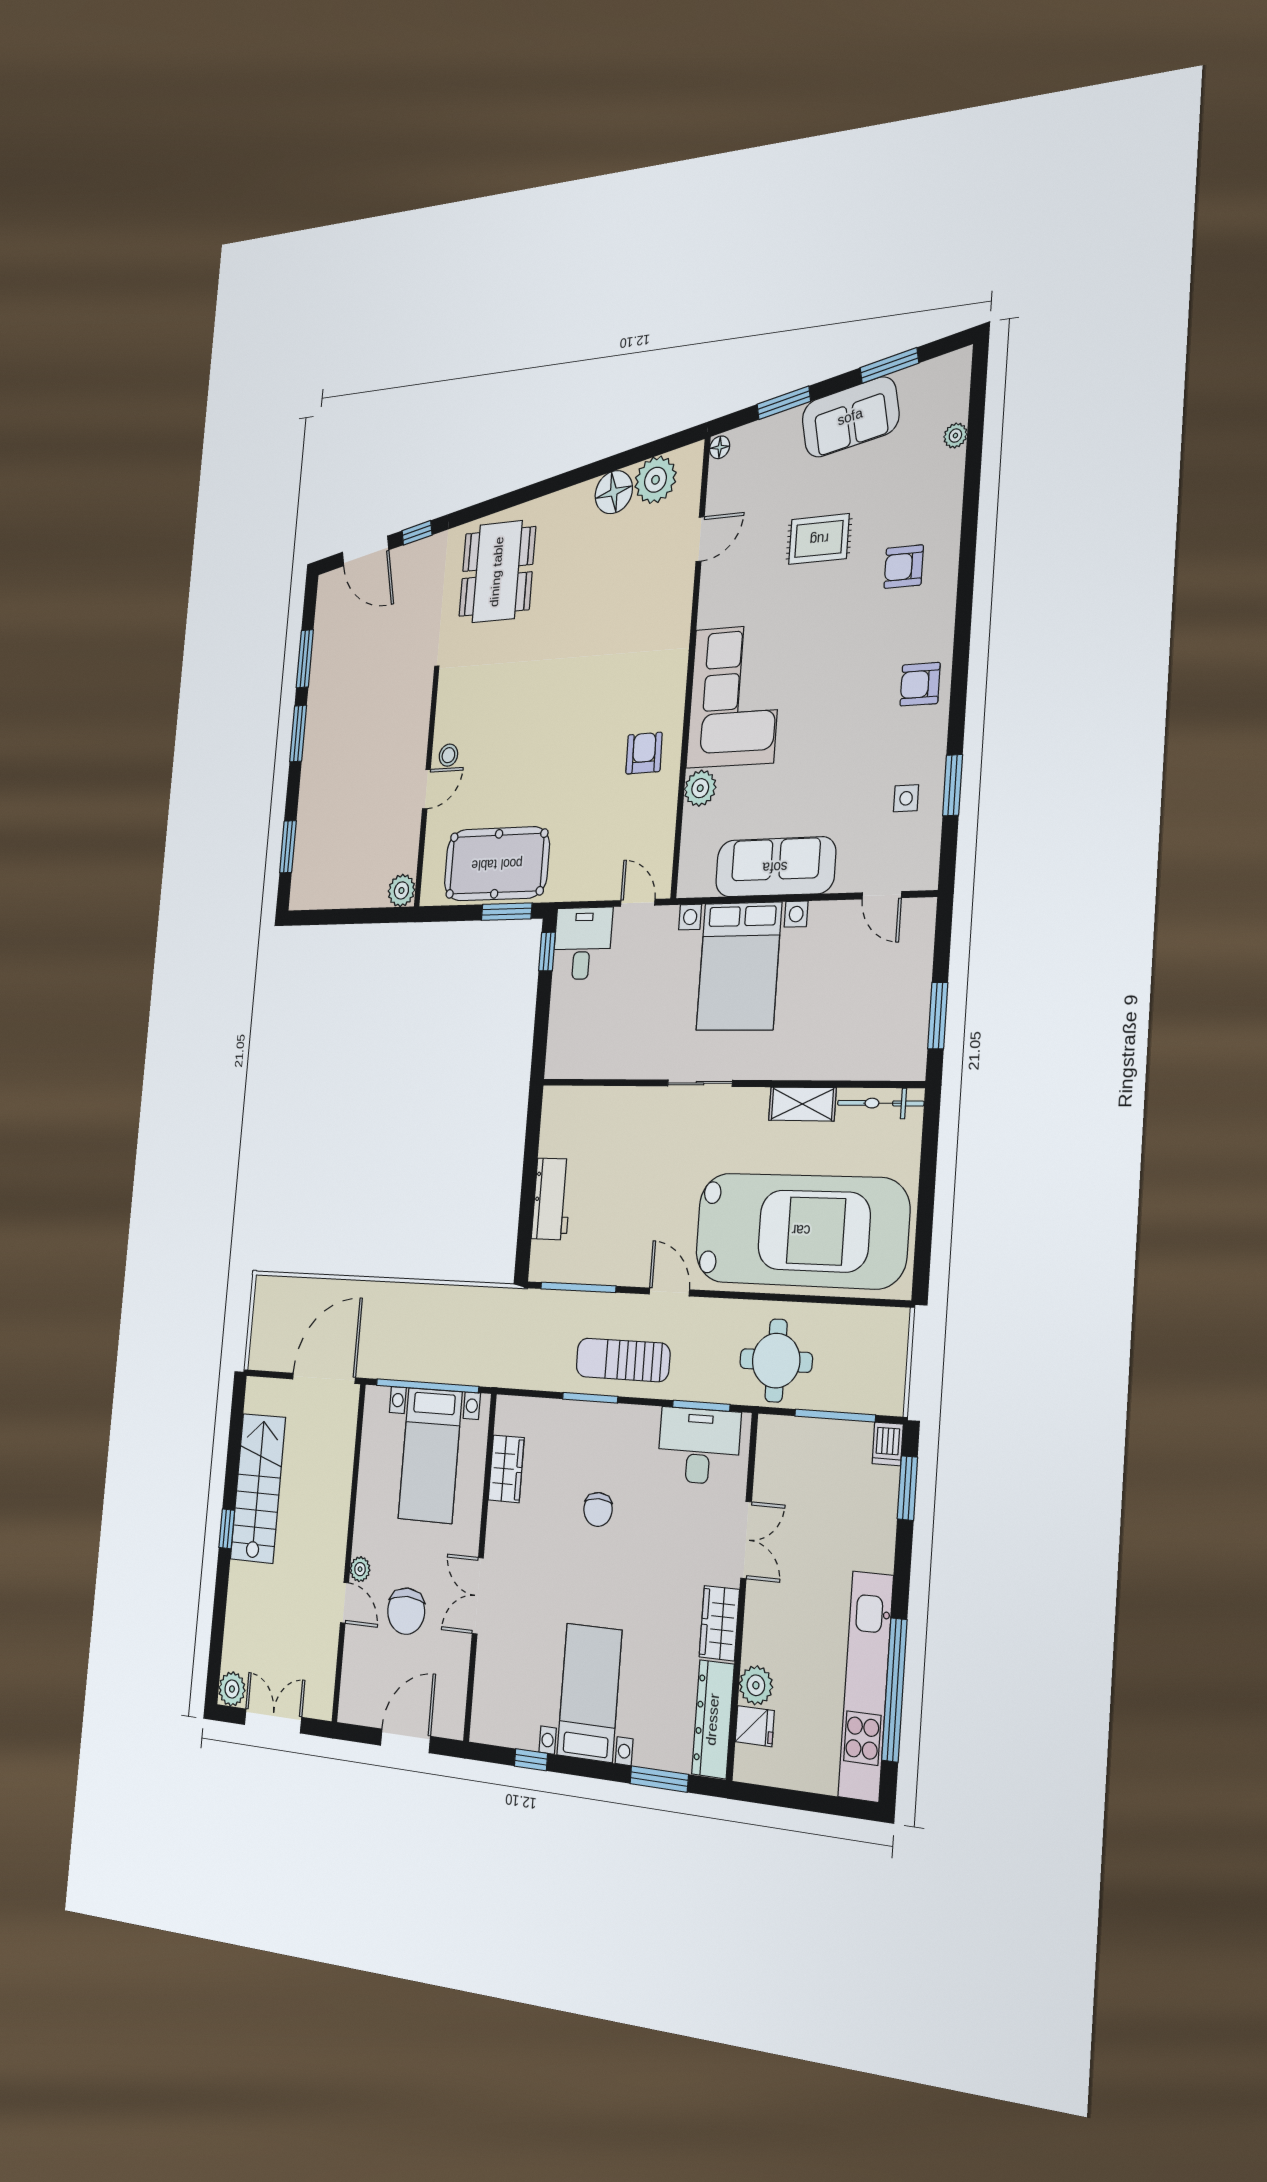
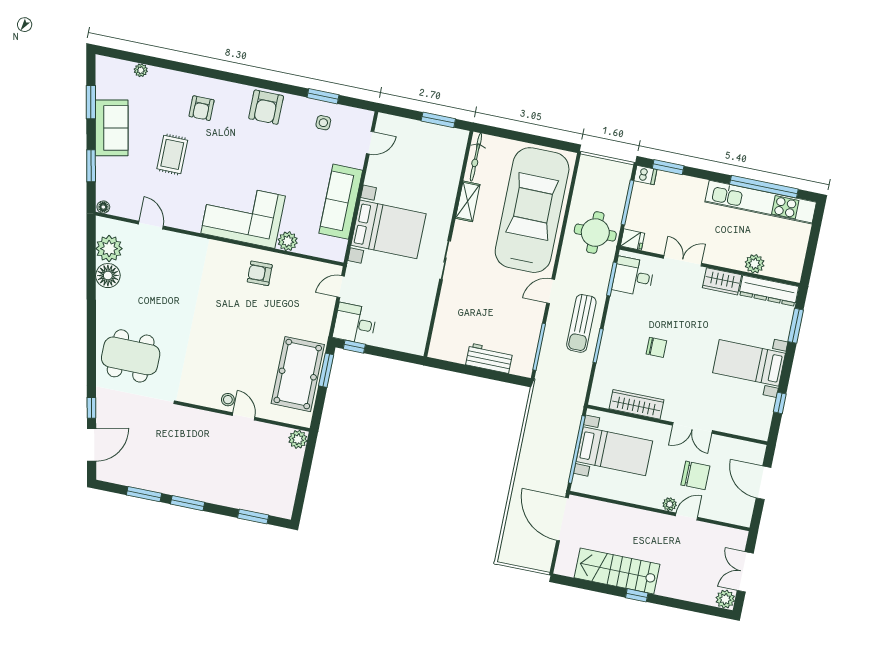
armchair: (920, 684) -> (266, 107), width x1.38, depth x1.38
desk: (699, 1446) -> (633, 276), width x0.73
wardrobe: (506, 1469) -> (636, 404), width x1.50
fridge: (755, 1726) -> (633, 240), moved, turned 90

